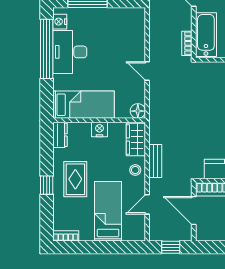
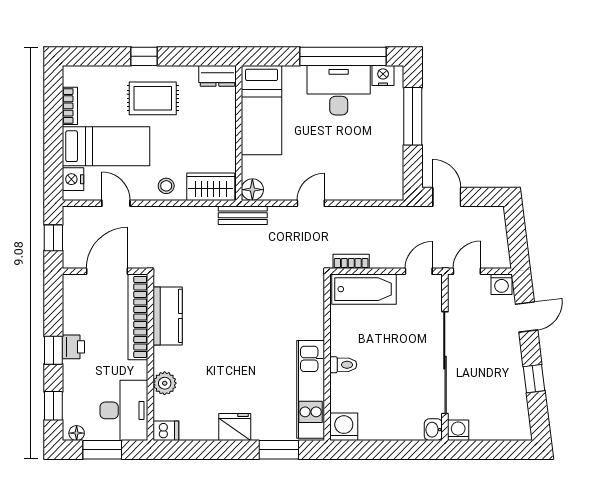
nightstand: (100, 129) -> (73, 179), moved, turned 180
bench: (155, 161) -> (243, 215), moved
bookcase: (66, 236) -> (70, 106), moved

